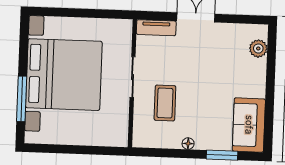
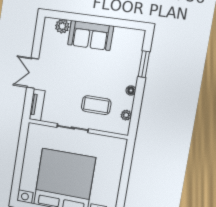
sofa: (249, 125) -> (91, 35), moved
plant: (157, 142) -> (126, 115), added

